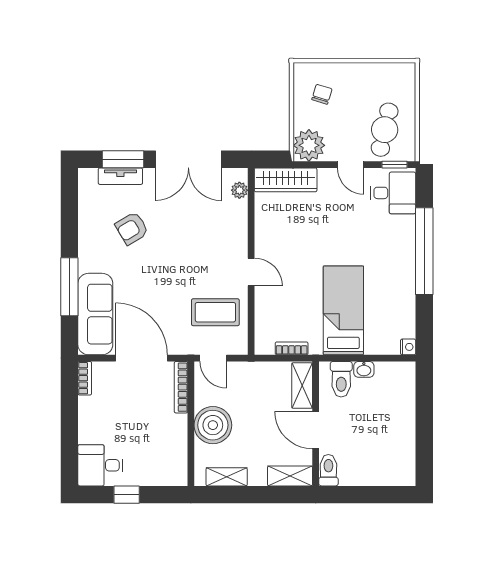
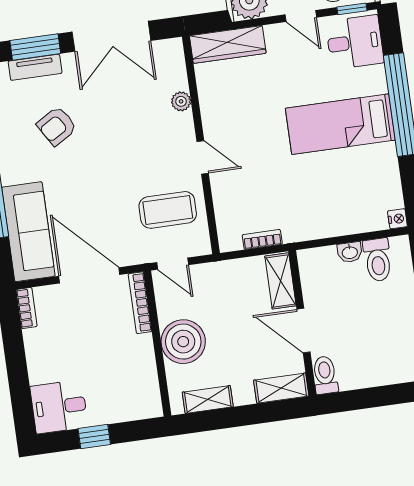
plant: (239, 190) -> (181, 101), moved
bed: (343, 310) -> (340, 124), moved, turned -90
toilet: (341, 379) -> (378, 260), moved

